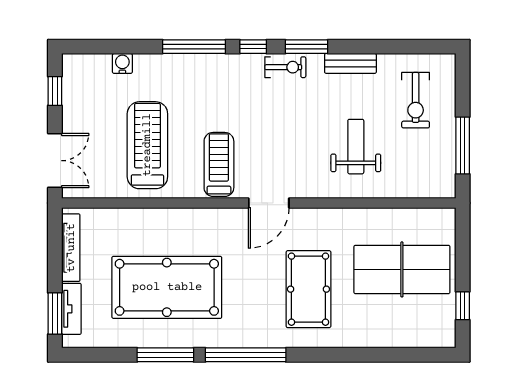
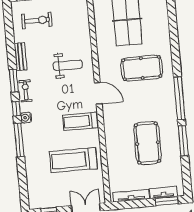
water cooler: (122, 63) -> (26, 118), moved
weight bench: (356, 147) -> (68, 65), moved, turned 180
pool table: (167, 287) -> (148, 143), width x0.73, depth x0.76

